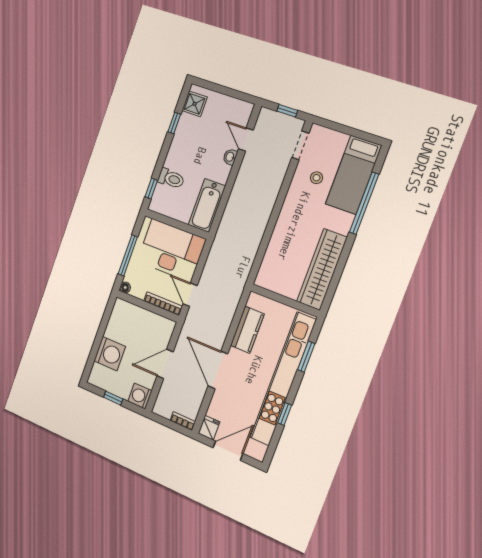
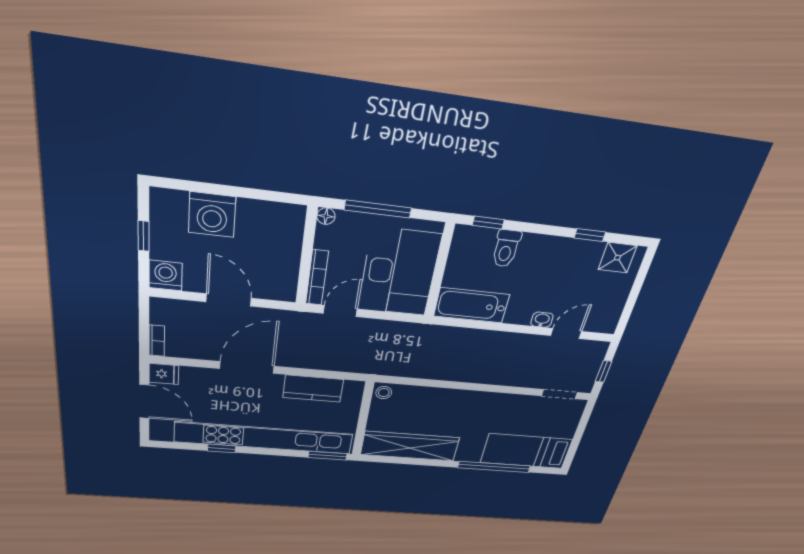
stool: (316, 178) -> (384, 393), moved
window: (306, 357) -> (328, 456), moved

